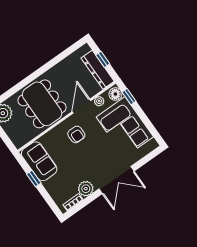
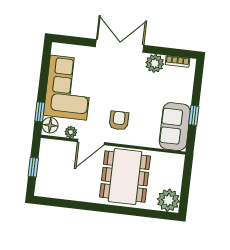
dresser: (98, 70) -> (46, 162), removed

